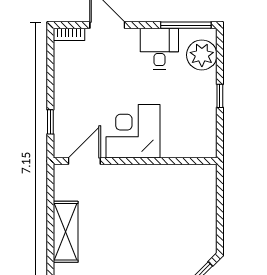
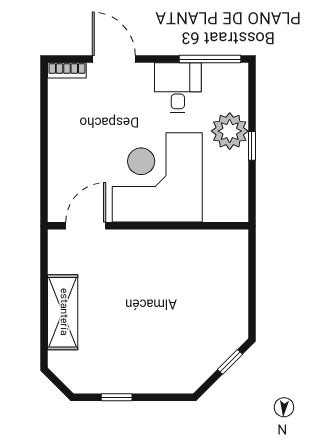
plant: (202, 55) -> (230, 131), moved
window: (50, 122) -> (44, 178), removed
corner desk: (133, 131) -> (157, 177), width x1.36, depth x1.36

